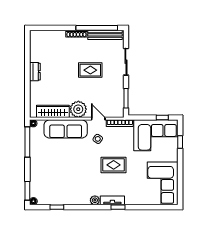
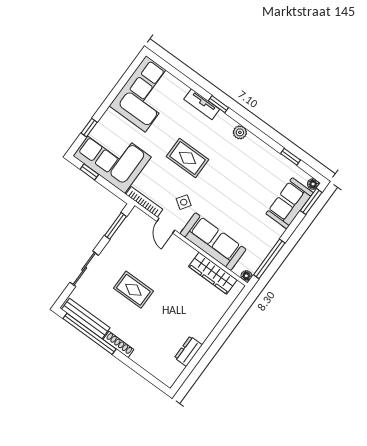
dresser: (35, 72) -> (188, 351), moved
plant: (78, 109) -> (181, 254), removed
sofa: (39, 181) -> (290, 203), added
tv unit: (112, 200) -> (202, 104), moved

